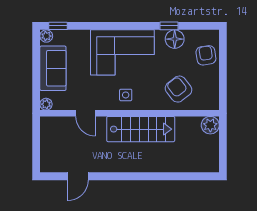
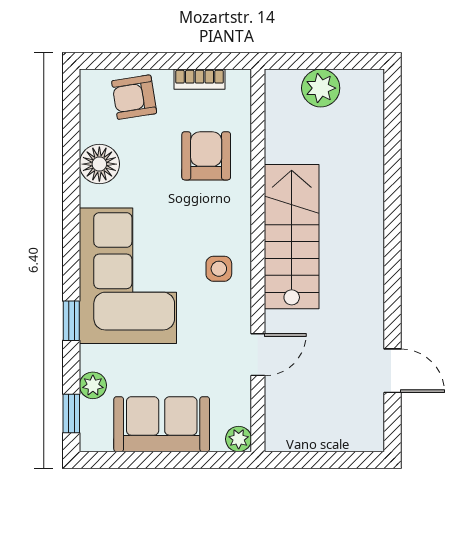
window: (169, 26) -> (71, 321), moved
plant: (46, 36) -> (93, 385), moved
bookcase: (214, 86) -> (200, 79), added
armchair: (179, 89) -> (206, 156), turned 128
plant: (210, 125) -> (321, 88), moved

